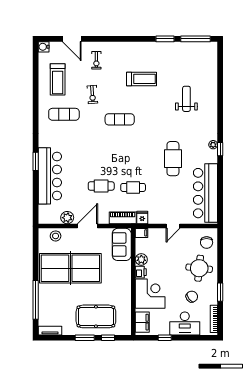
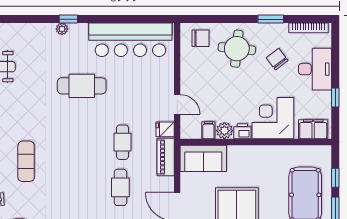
door: (173, 226) -> (177, 104), moved
filing cabinet: (142, 233) -> (208, 130), moved

